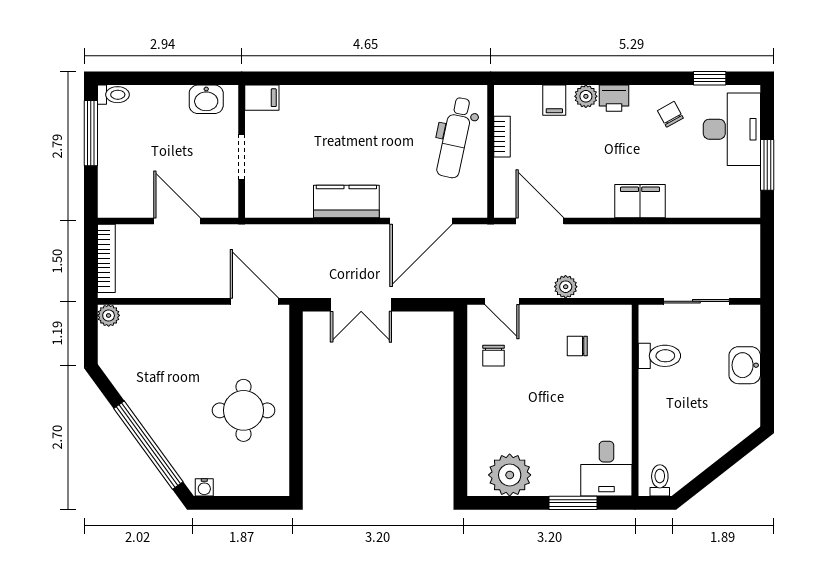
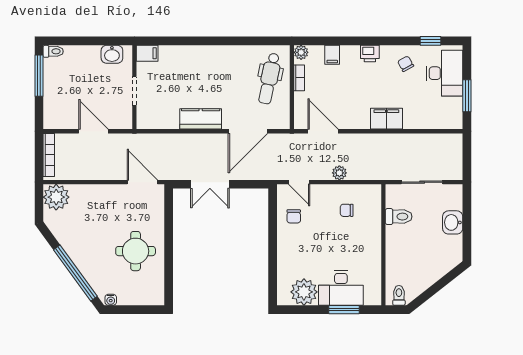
plant: (586, 96) -> (301, 52), moved
plant: (109, 315) -> (56, 197), width x1.87, depth x1.87
desk: (606, 469) -> (341, 288), moved, width x1.37

